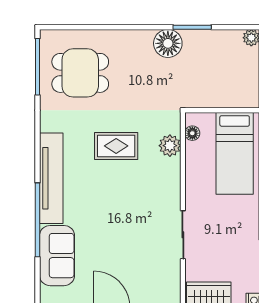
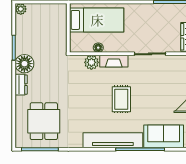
dresser: (136, 38) -> (21, 85), added
floor lamp: (192, 133) -> (98, 48), moved
rug: (116, 146) -> (121, 99), moved
fireplace: (172, 180) -> (114, 61), added

